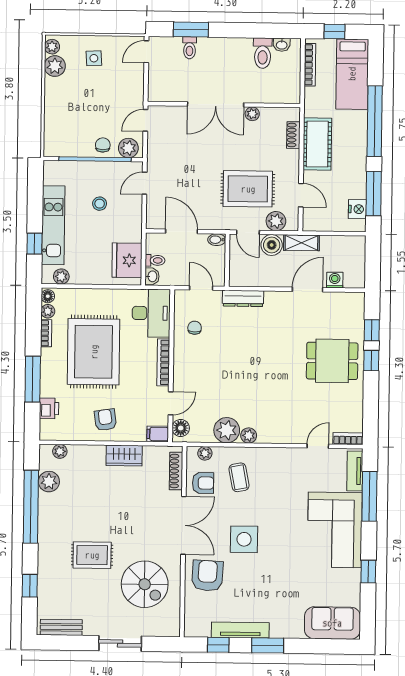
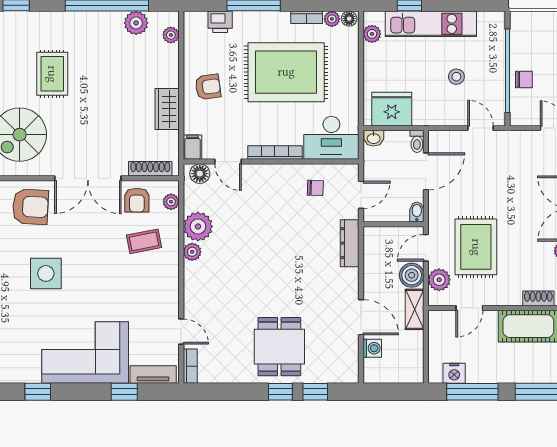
plant: (128, 148) -> (521, 109), removed
toilet: (155, 260) -> (417, 141), moved
window: (369, 496) -> (124, 392), width x0.46
side table: (244, 539) -> (46, 273), moved

